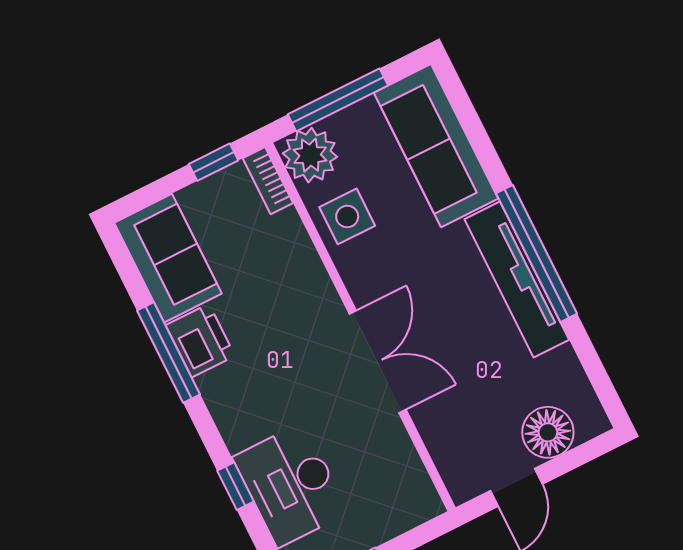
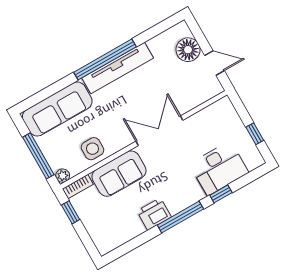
plant: (310, 155) -> (63, 176), width x0.53, depth x0.53
sofa: (168, 258) -> (119, 174), moved, turned 180
window: (169, 352) -> (180, 217), moved

